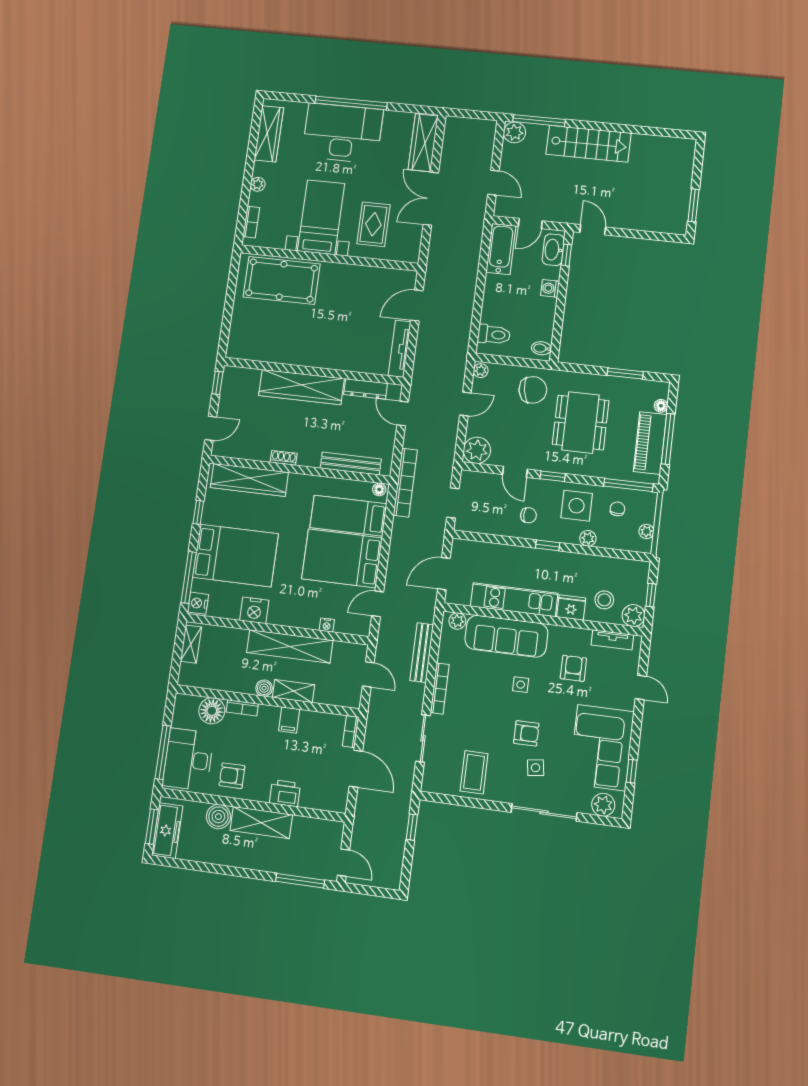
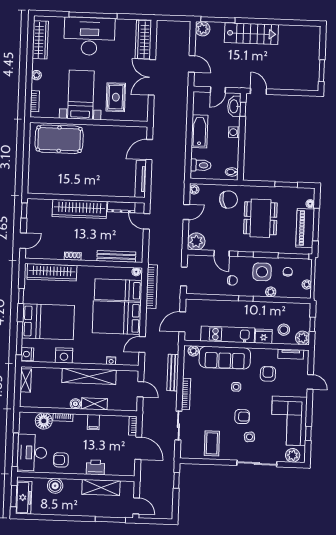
bathtub: (501, 249) -> (200, 131), moved
bookcase: (405, 483) -> (152, 286), moved
shelving: (261, 823) -> (101, 487), moved

